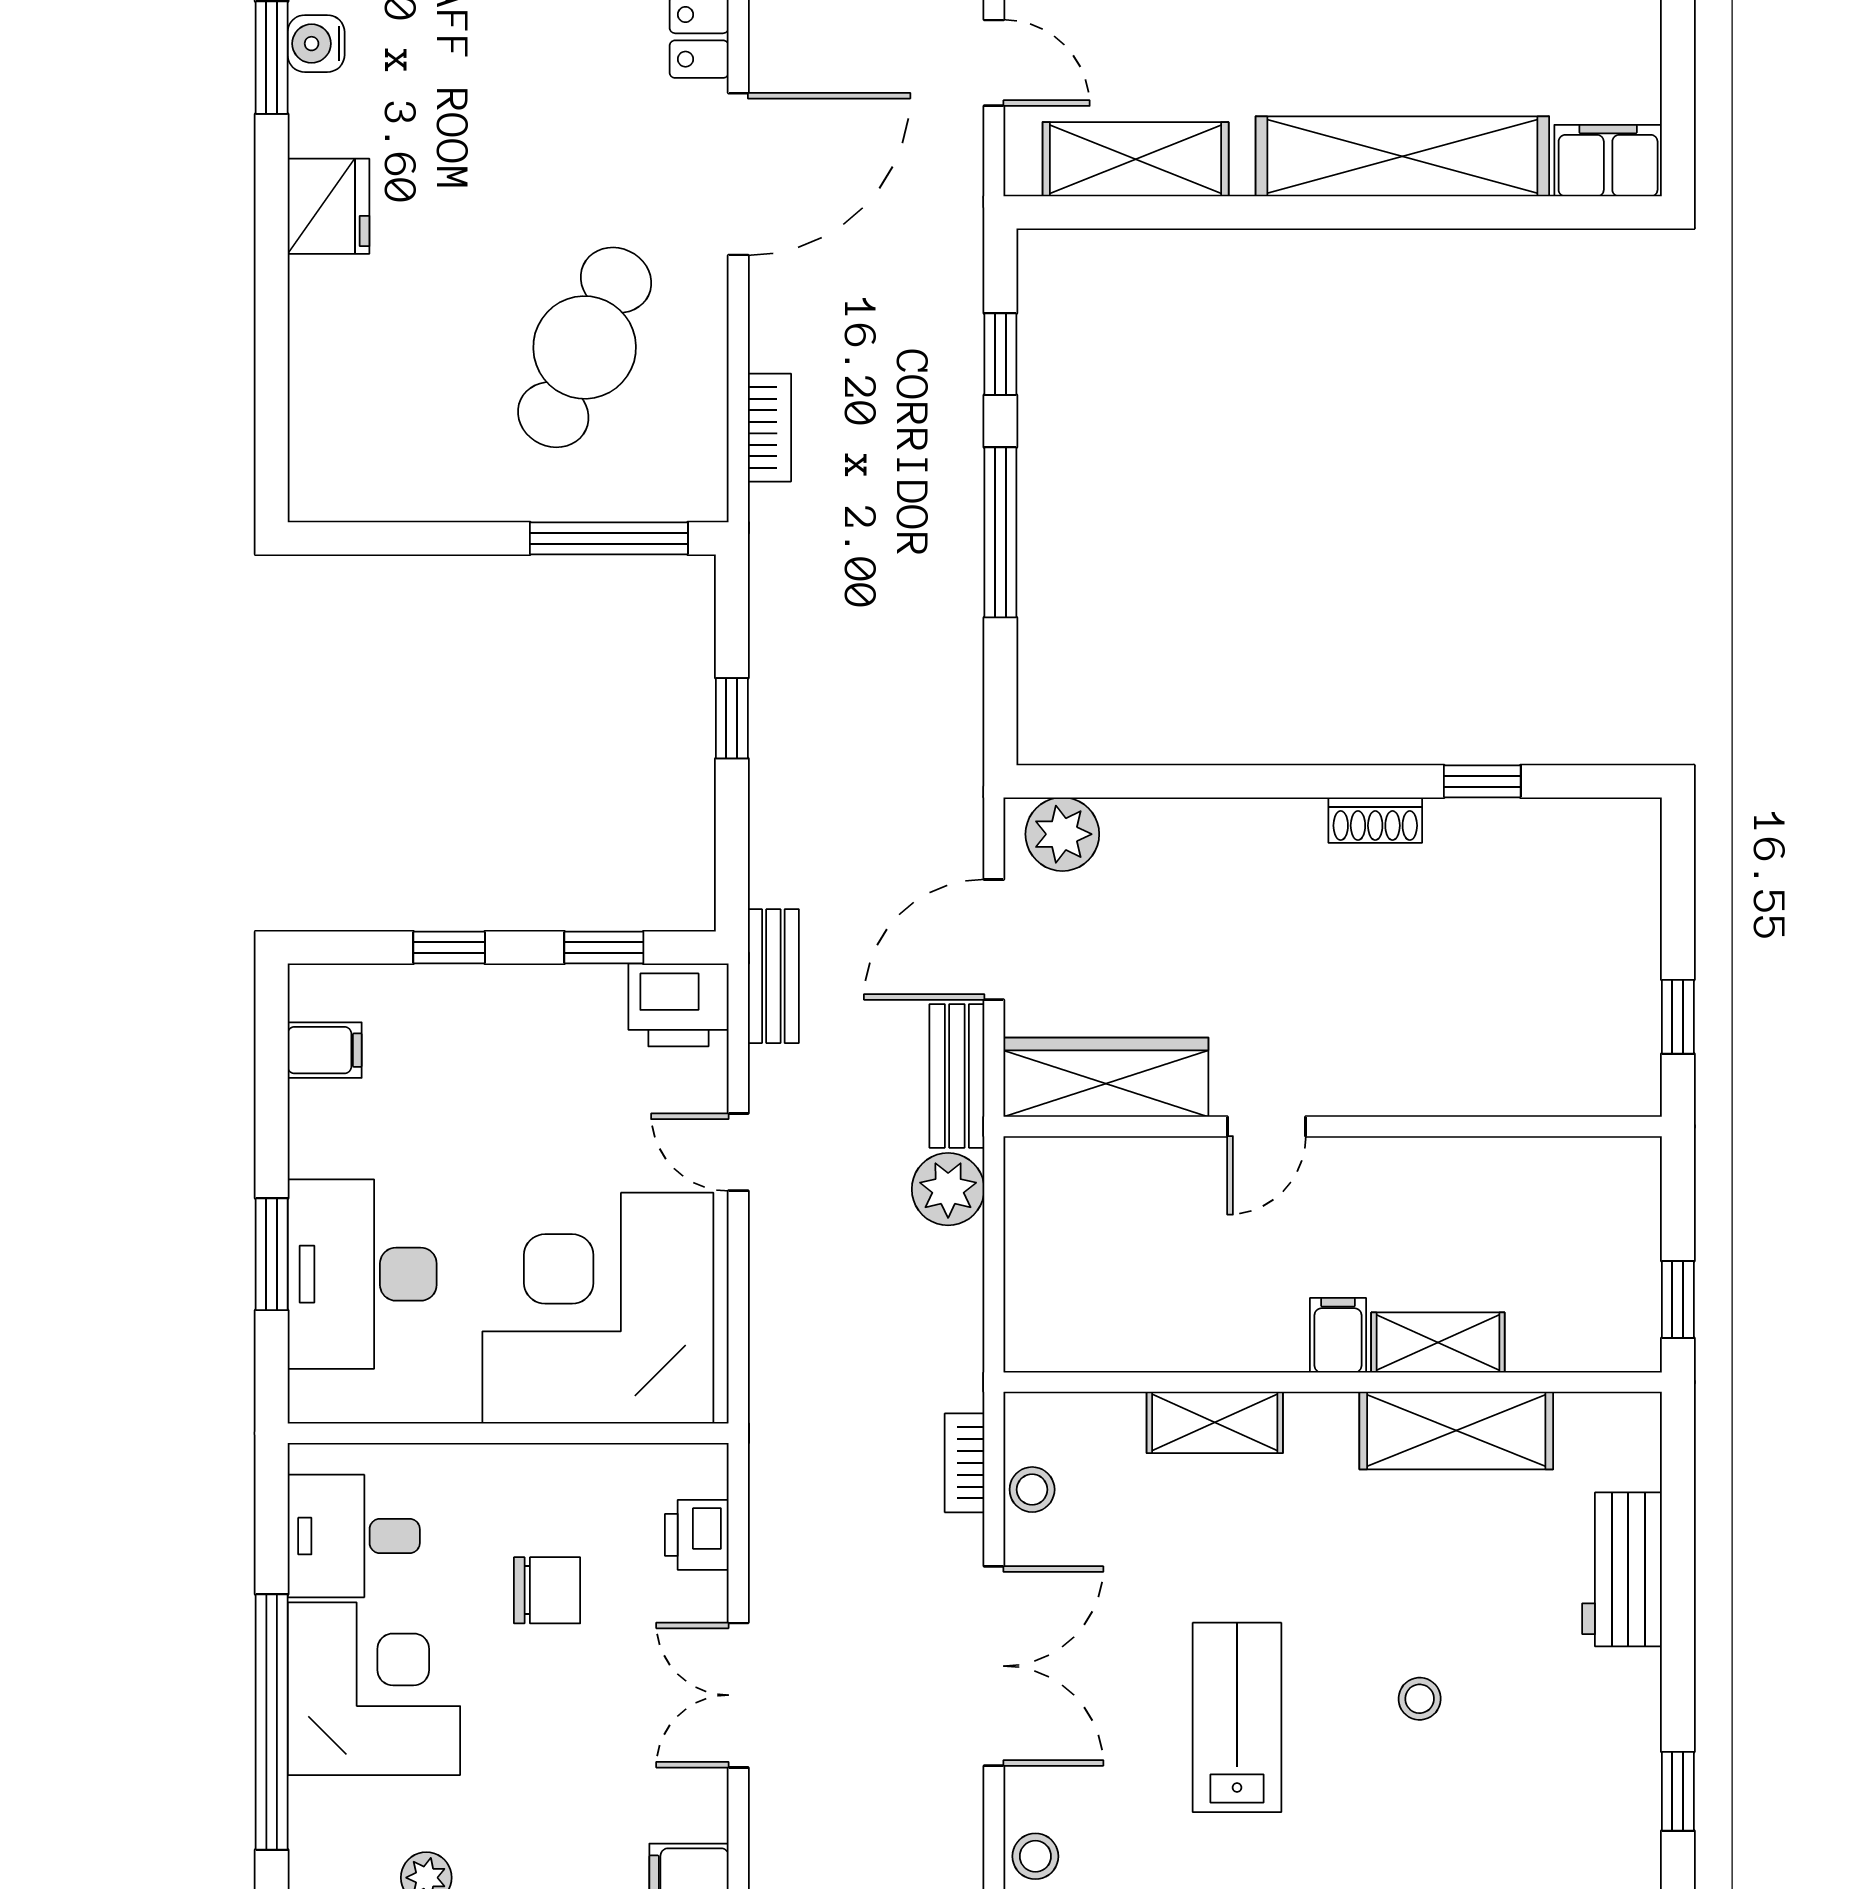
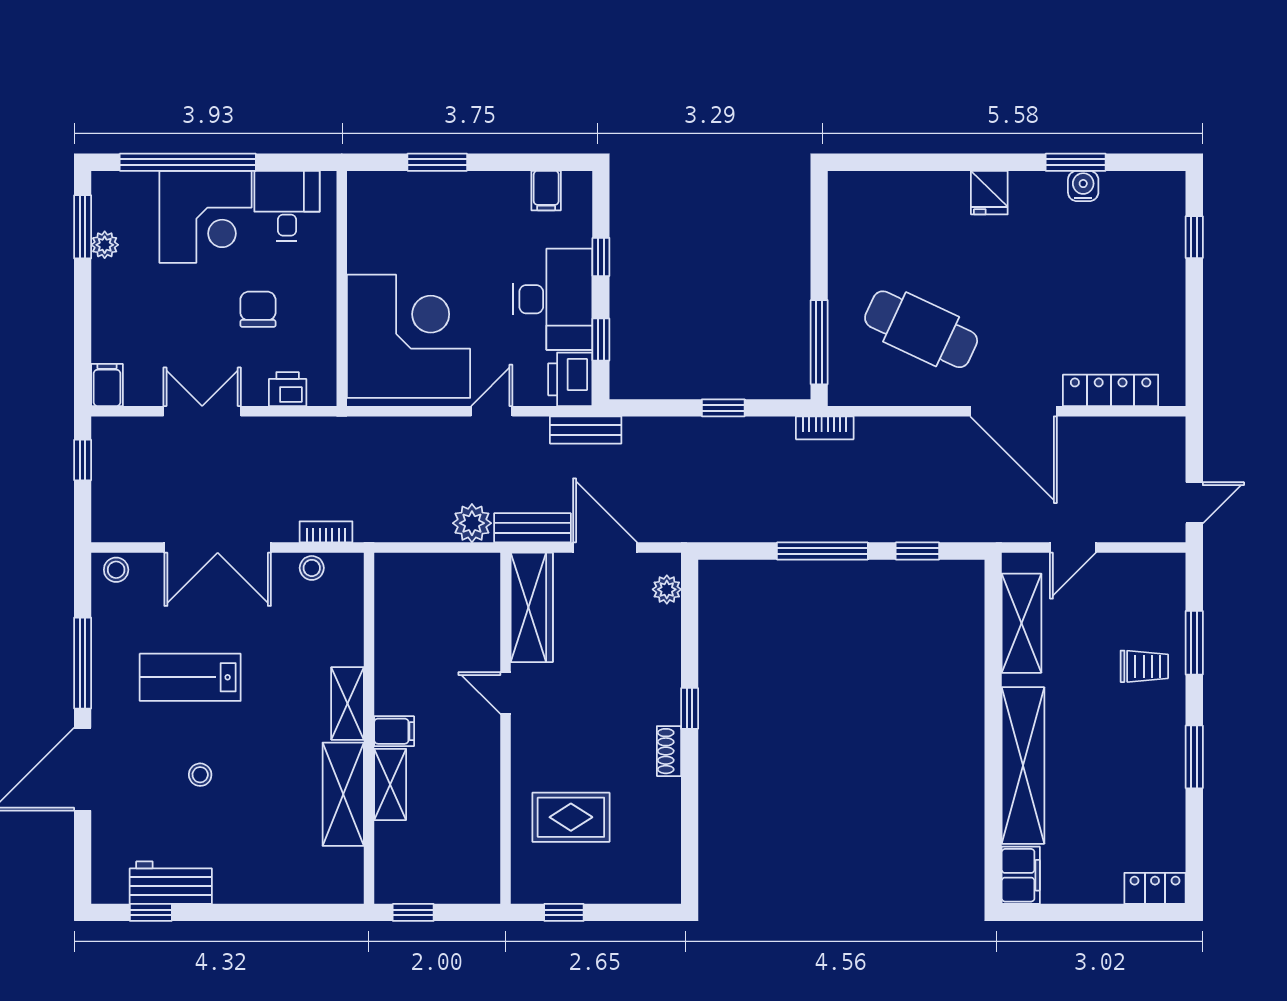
fridge: (329, 206) -> (989, 193), width x0.72
bookcase: (769, 428) -> (825, 428), moved
window: (1482, 781) -> (690, 708), moved
plant: (1062, 834) -> (667, 589), width x0.73, depth x0.73
rug: (1499, 1004) -> (571, 817), added
desk: (362, 1274) -> (553, 299), moved, turned 90
shelving: (1215, 1422) -> (348, 703), moved
workbench: (1622, 1569) -> (171, 883), moved
chair: (547, 1590) -> (258, 309), turned 180
lab bench: (1237, 1717) -> (190, 677), turned 180

